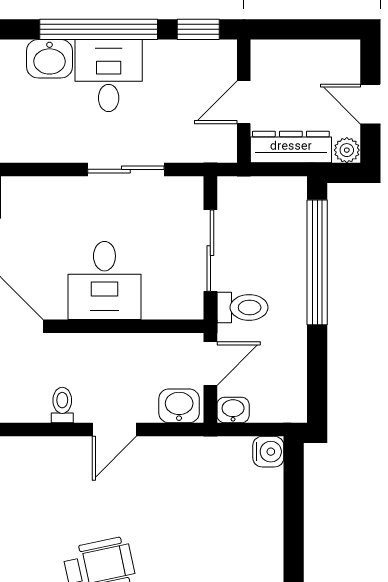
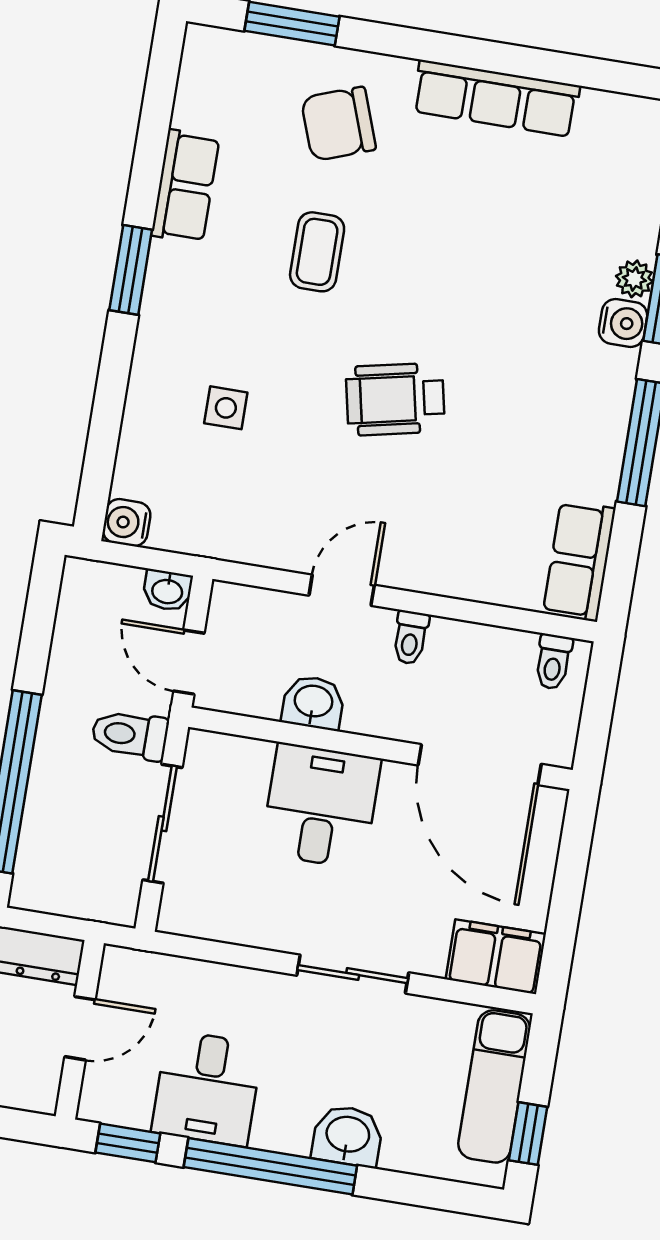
desk: (109, 76) -> (207, 1088), moved
sliding door: (126, 169) -> (353, 974), moved
door: (210, 364) -> (189, 662), hinge flipped
washbasin: (179, 406) -> (313, 703), moved, turned 180
side table: (214, 541) -> (226, 408), added

